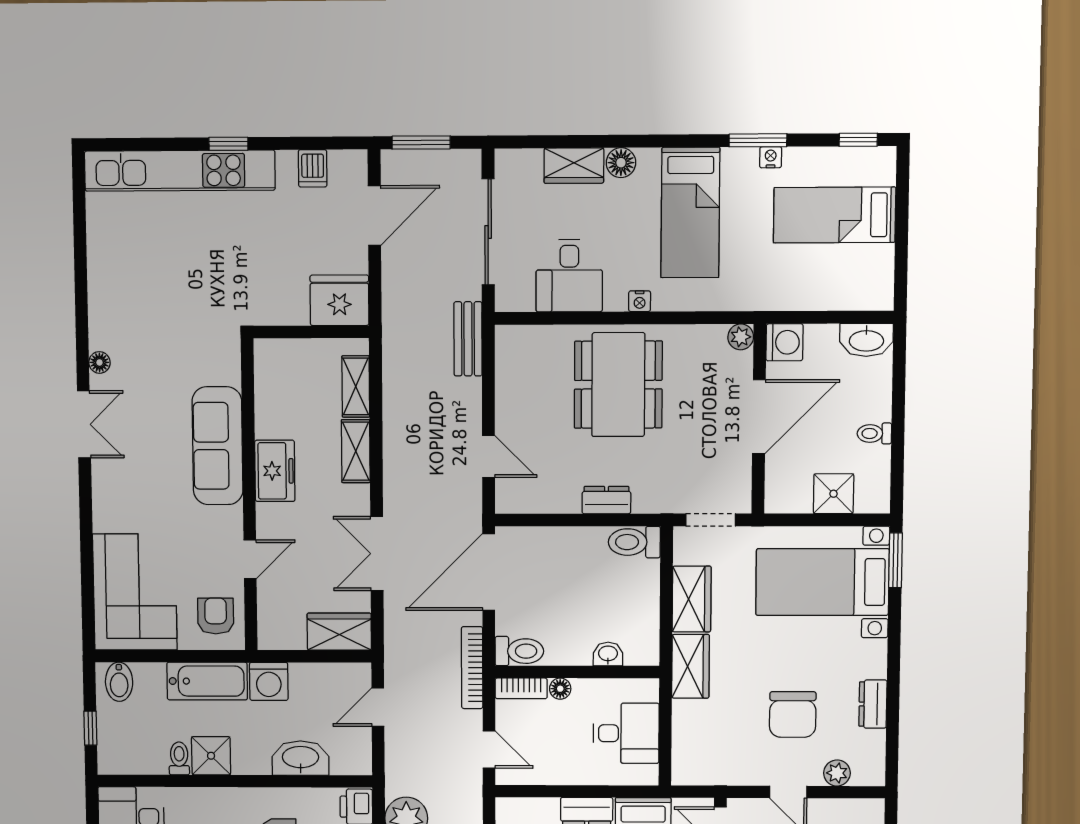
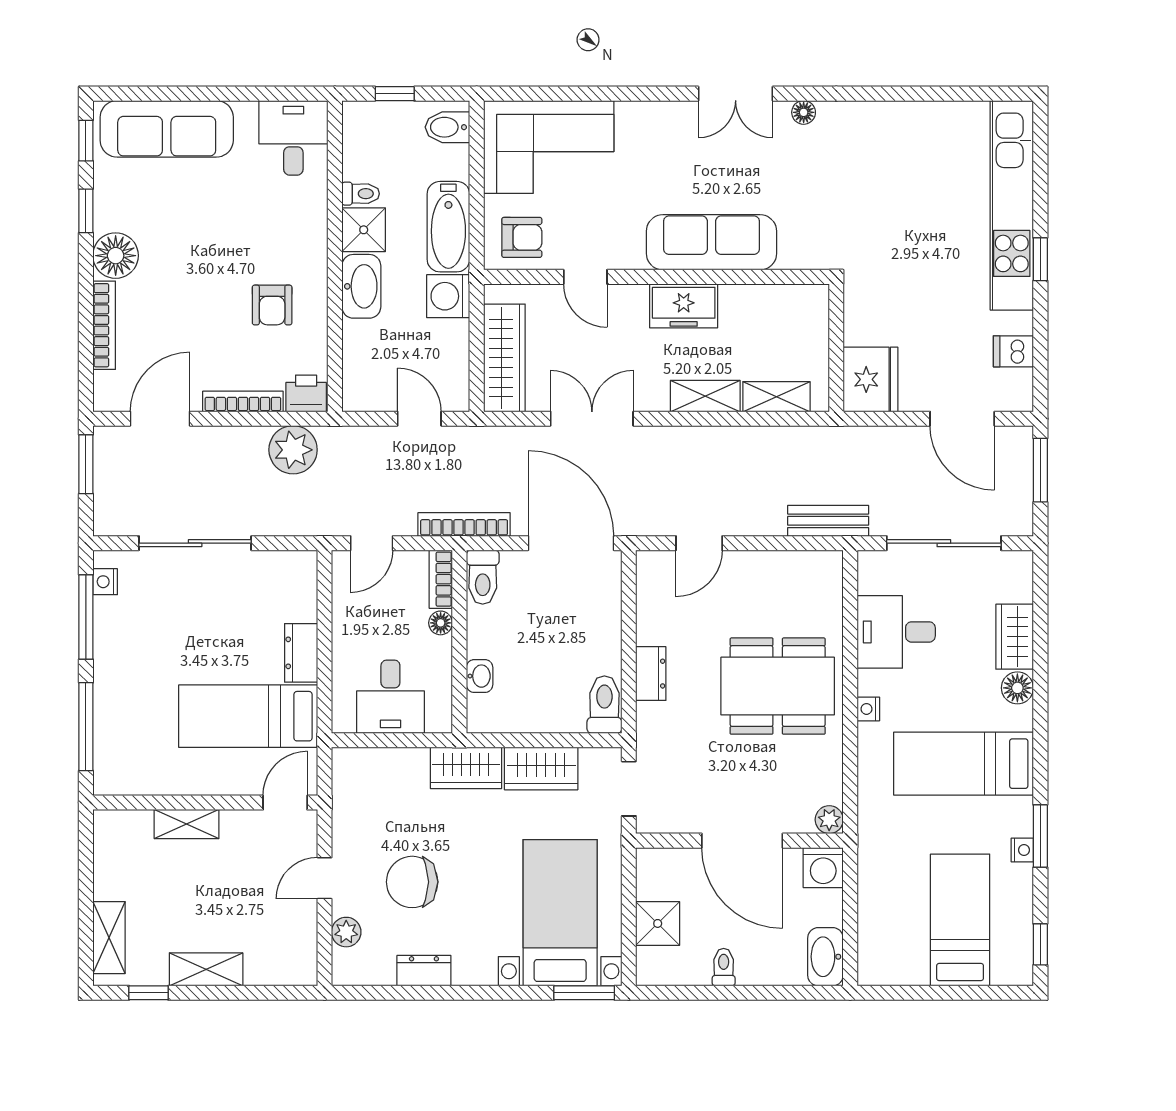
wardrobe: (339, 632) -> (504, 358), width x1.50
washbasin: (301, 758) -> (361, 286), moved

